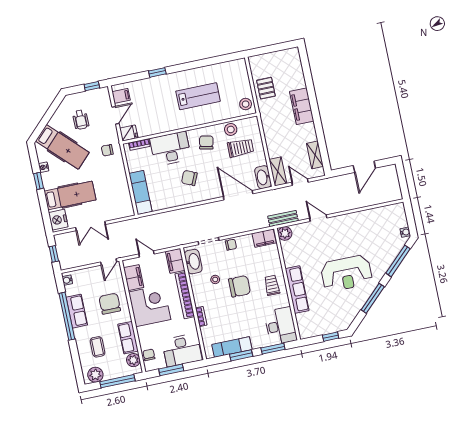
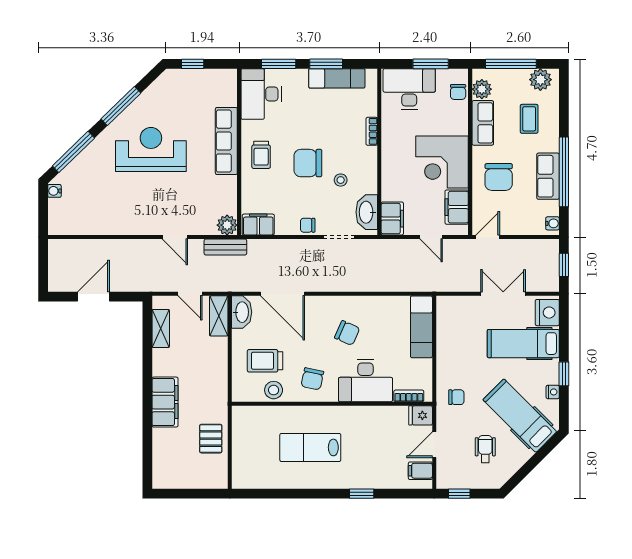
stool: (246, 104) -> (245, 422), removed
bookcase: (185, 295) -> (389, 167), removed

